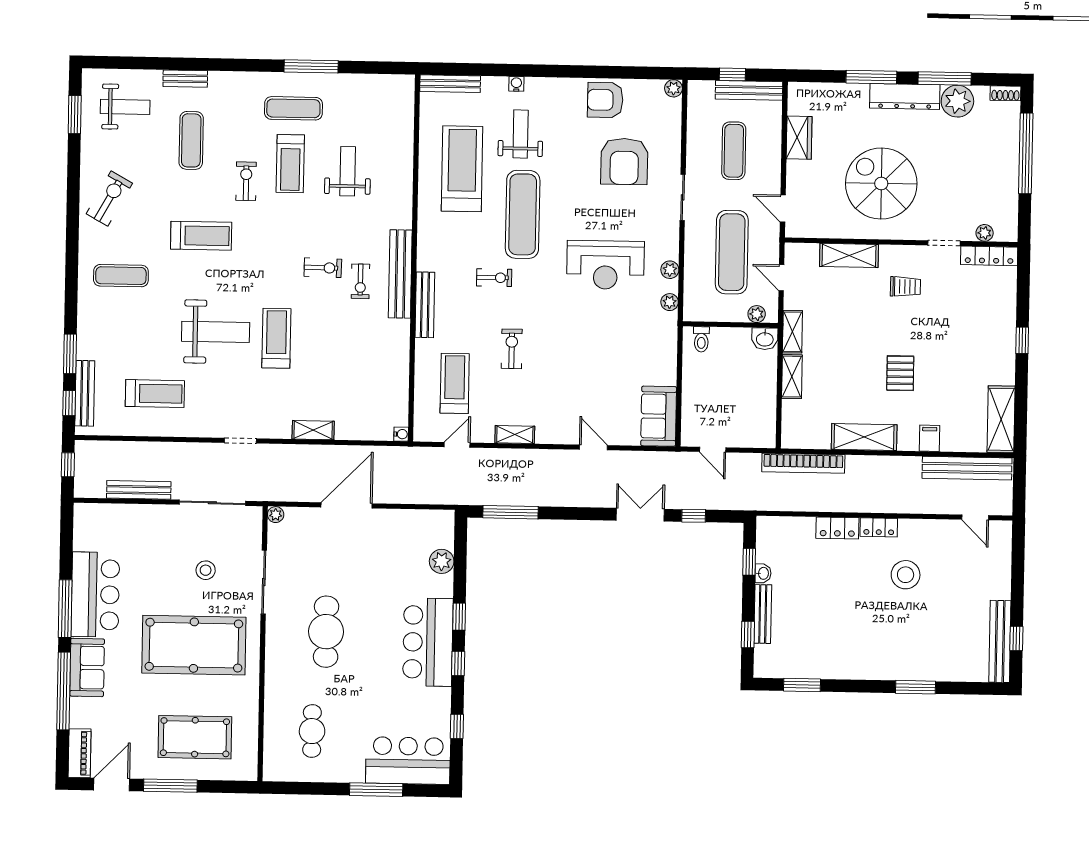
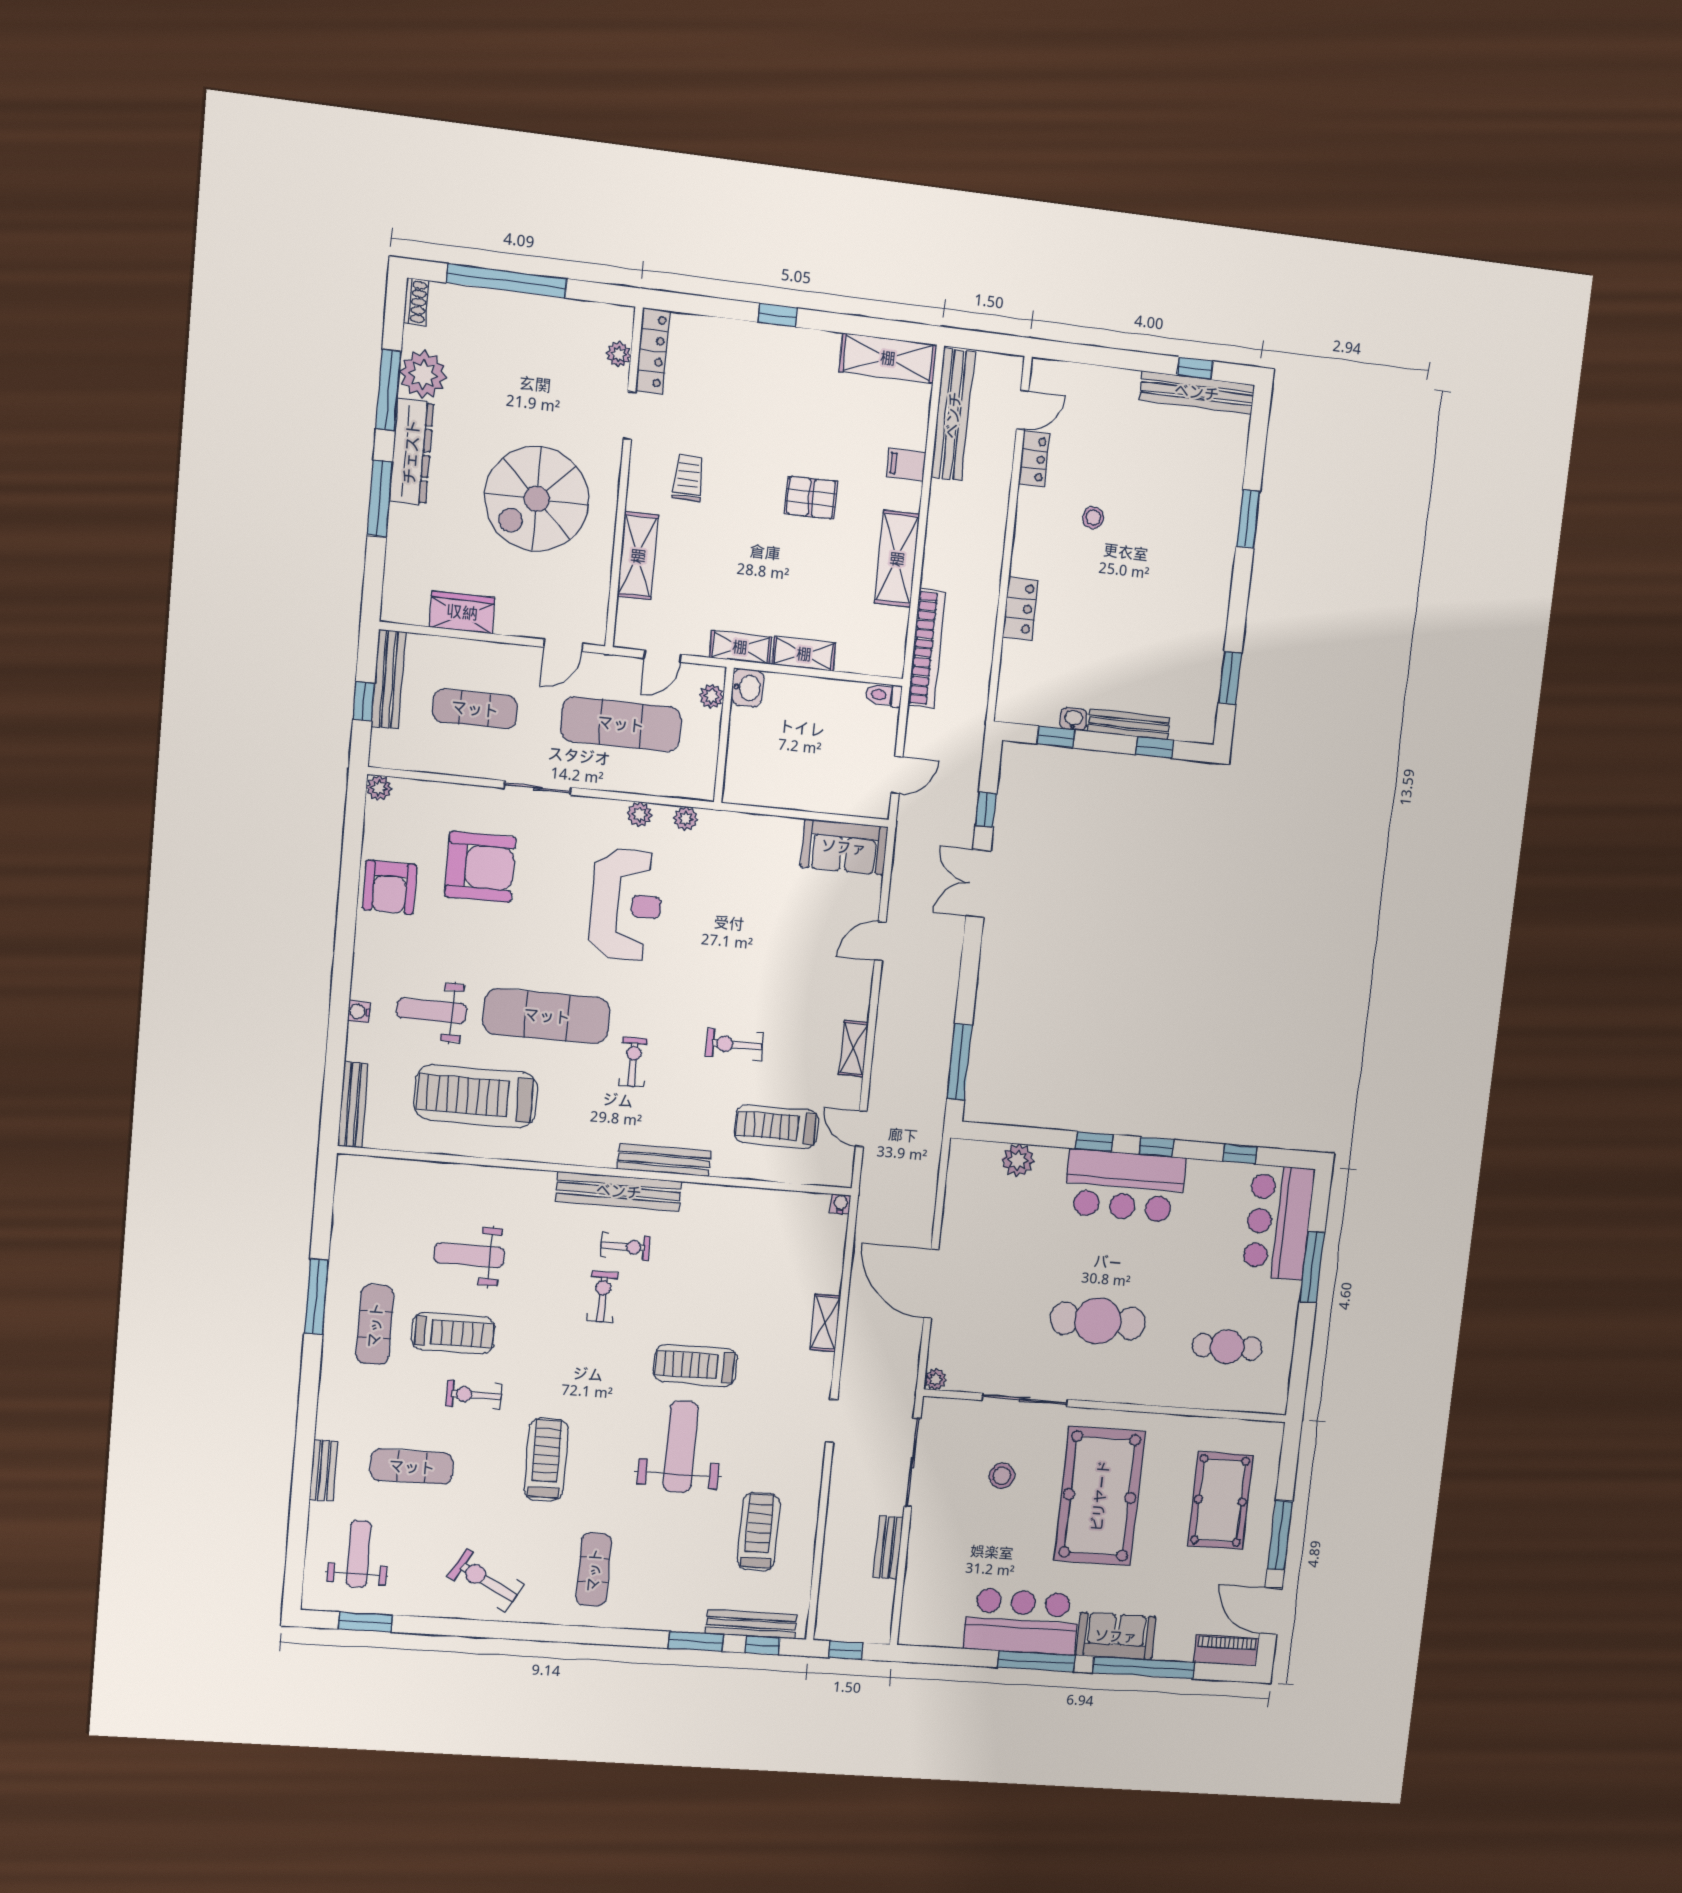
toilet: (701, 339) -> (884, 695), moved, turned 180
bench: (139, 490) -> (888, 1548), width x0.73
locker: (879, 527) -> (1034, 459), moved
stool: (906, 575) -> (1093, 518), width x0.53, depth x0.53

